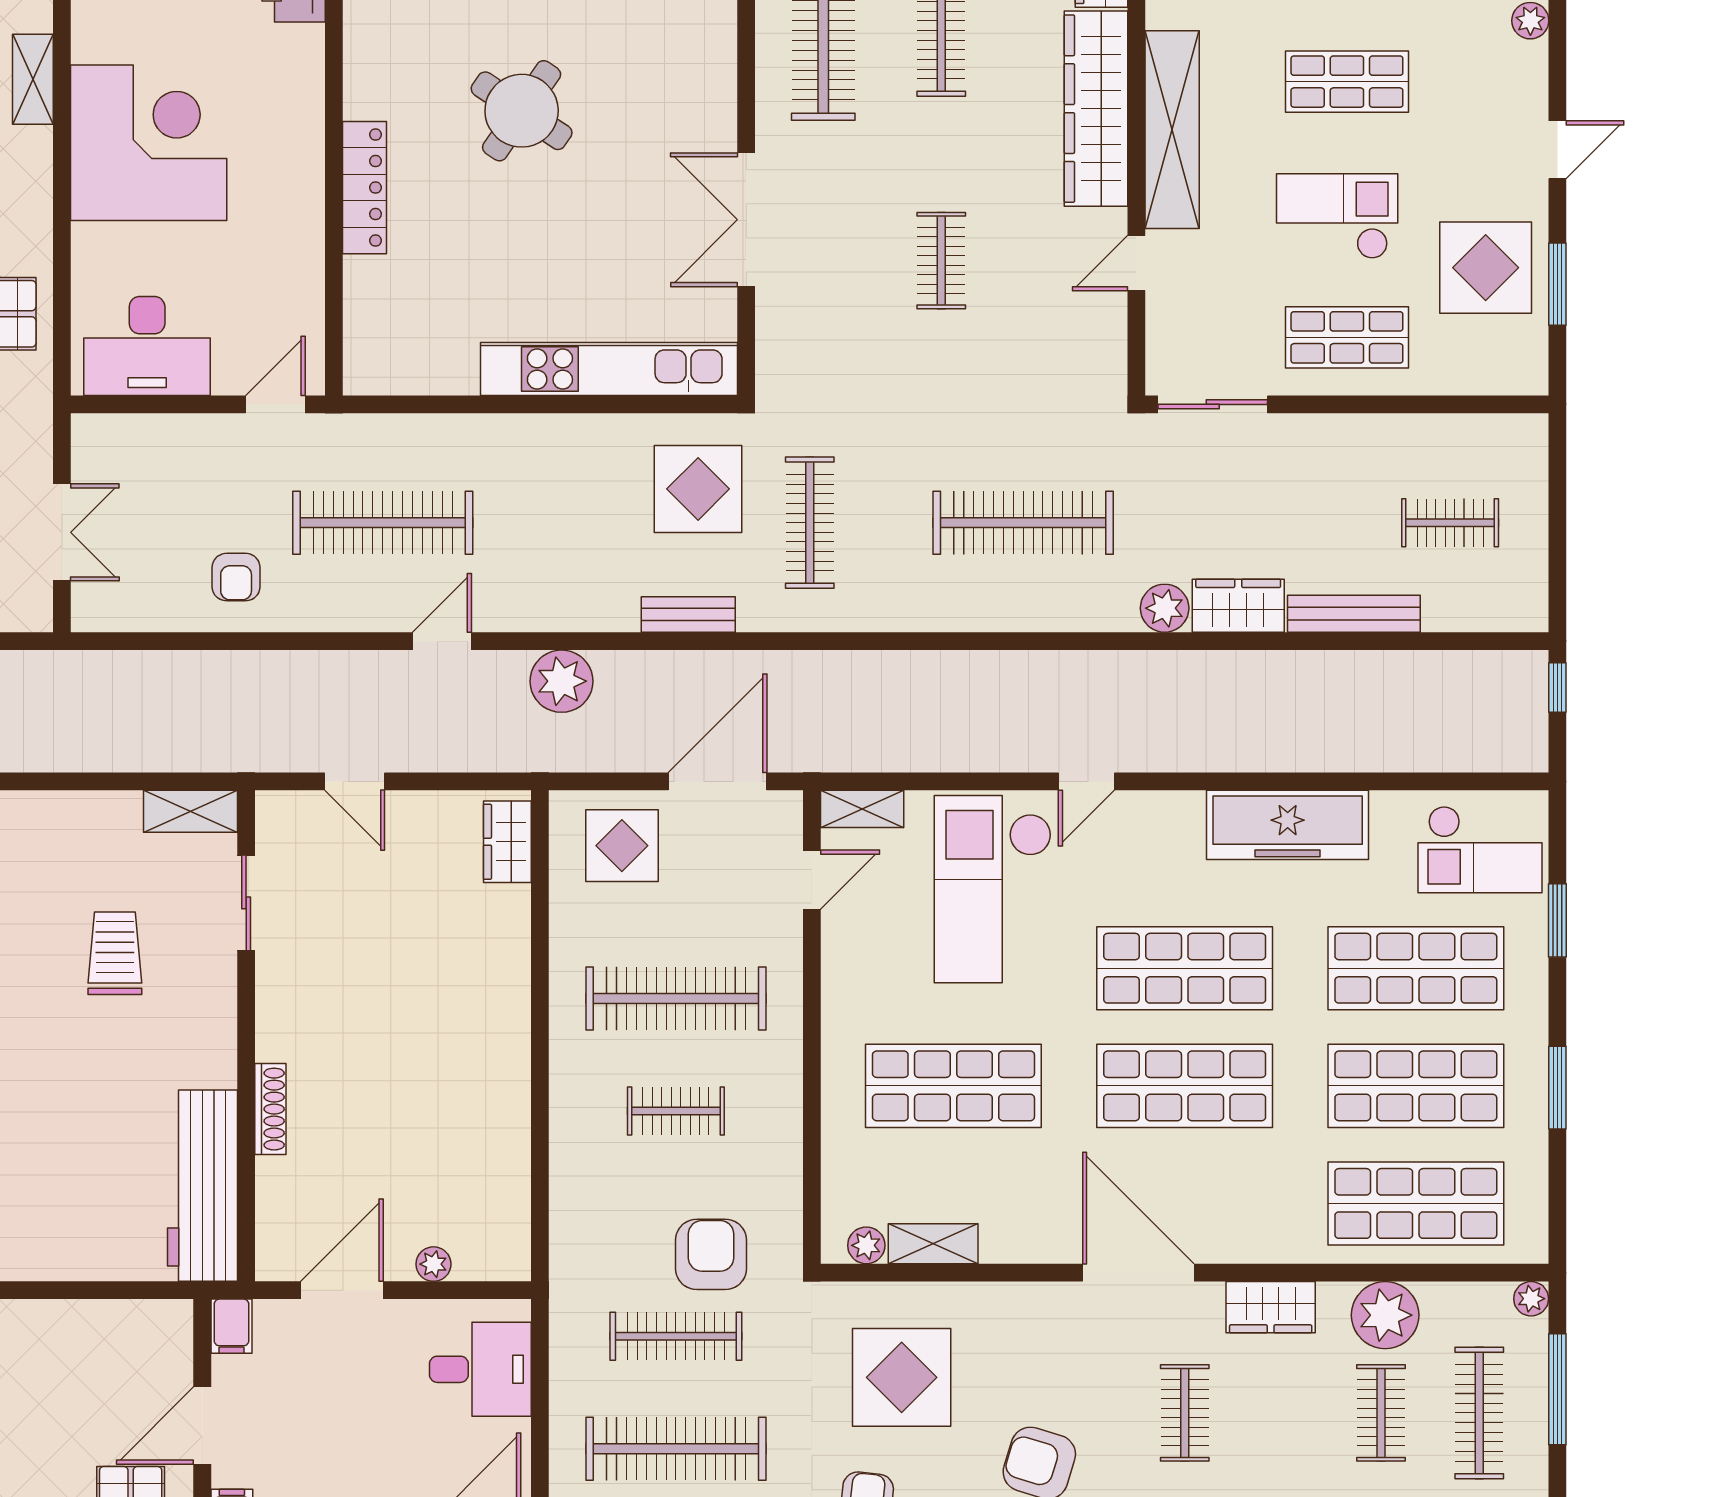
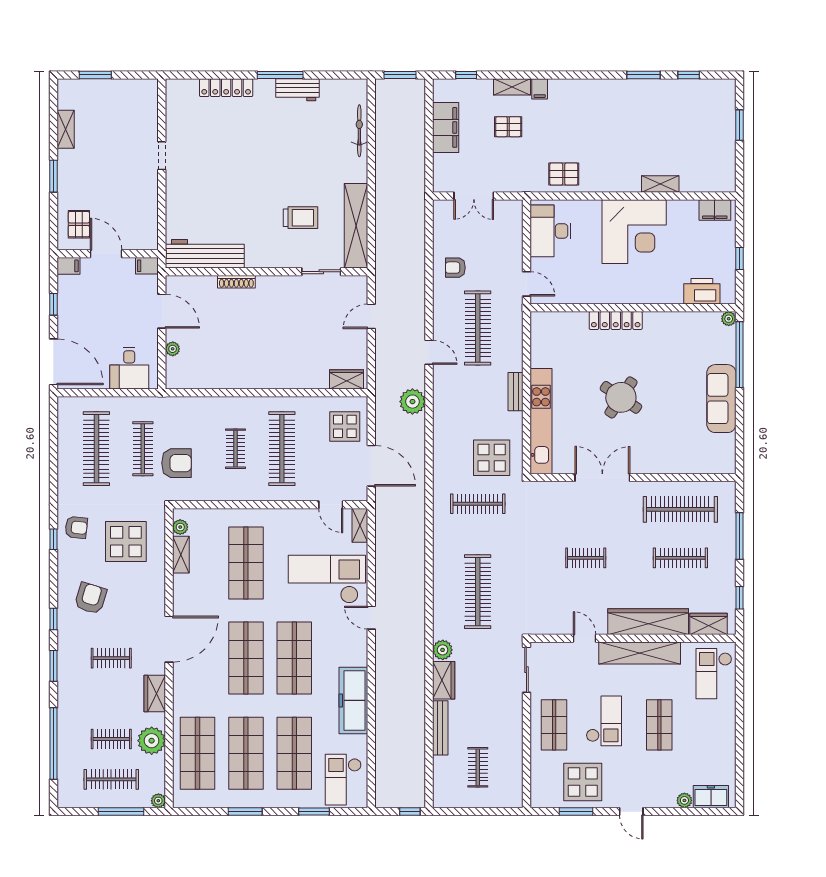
round table: (522, 111) -> (621, 397), moved
bench: (688, 614) -> (516, 392), moved
shelving: (191, 811) -> (356, 226), width x2.20, depth x1.33

